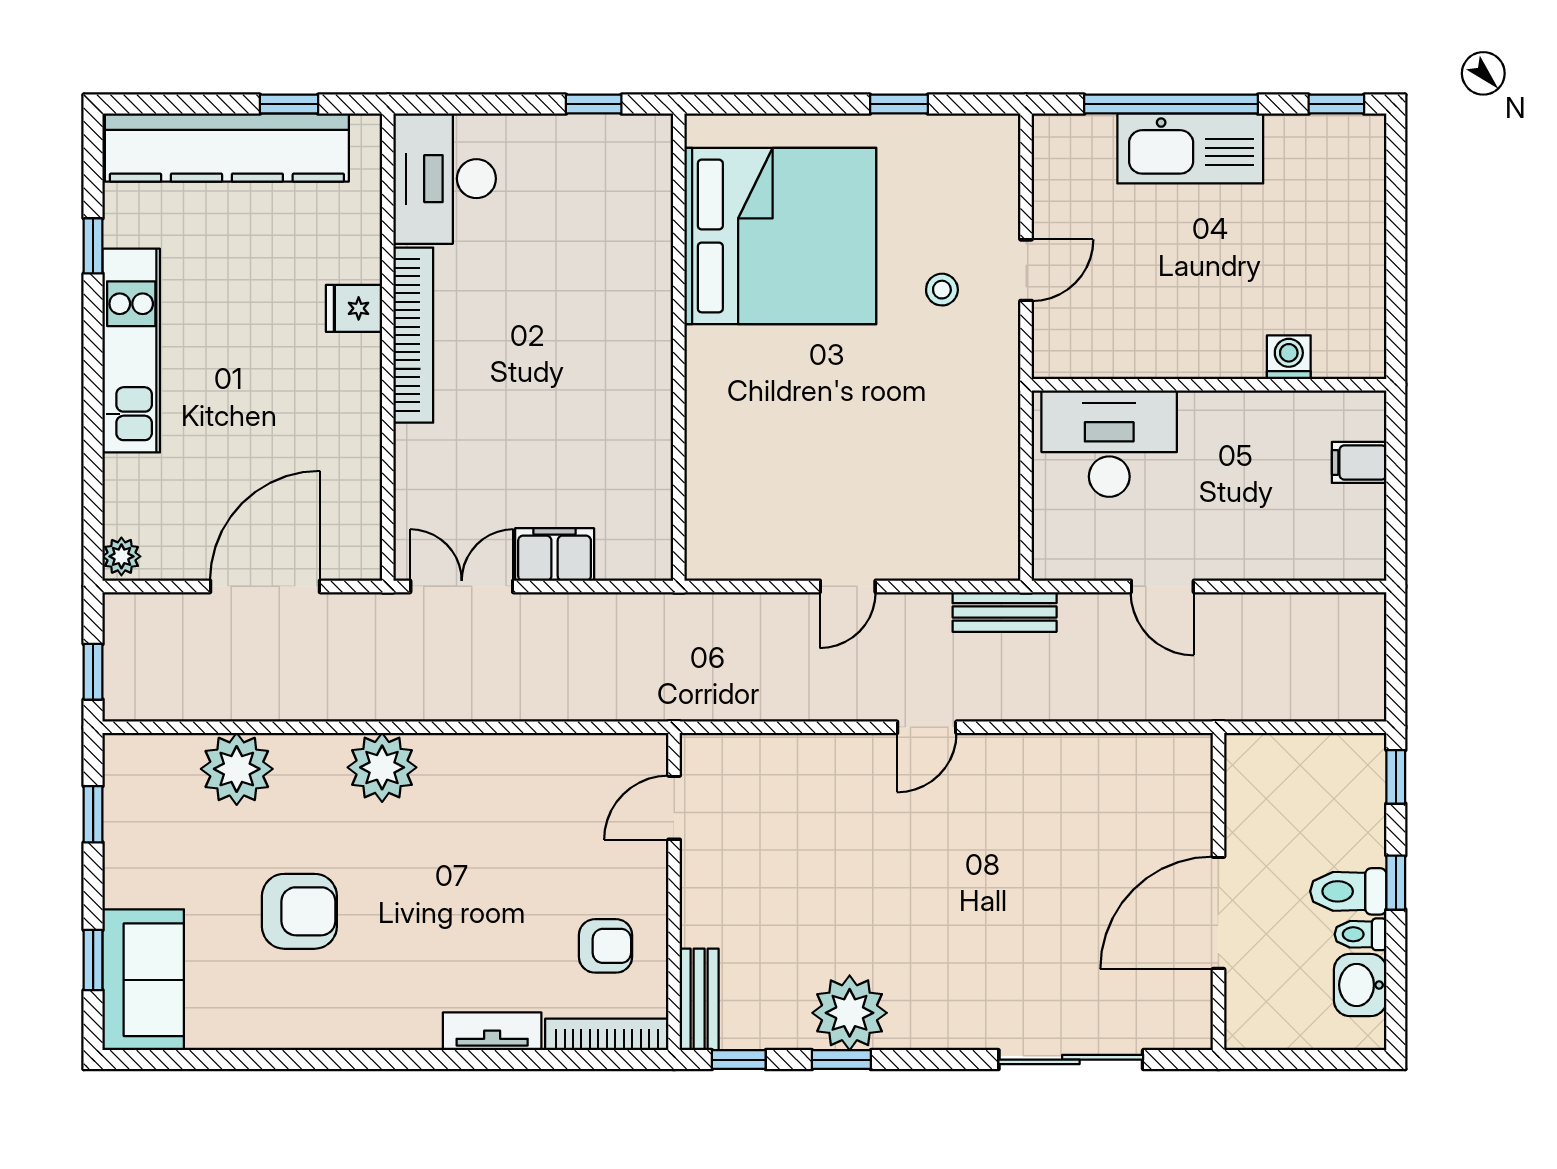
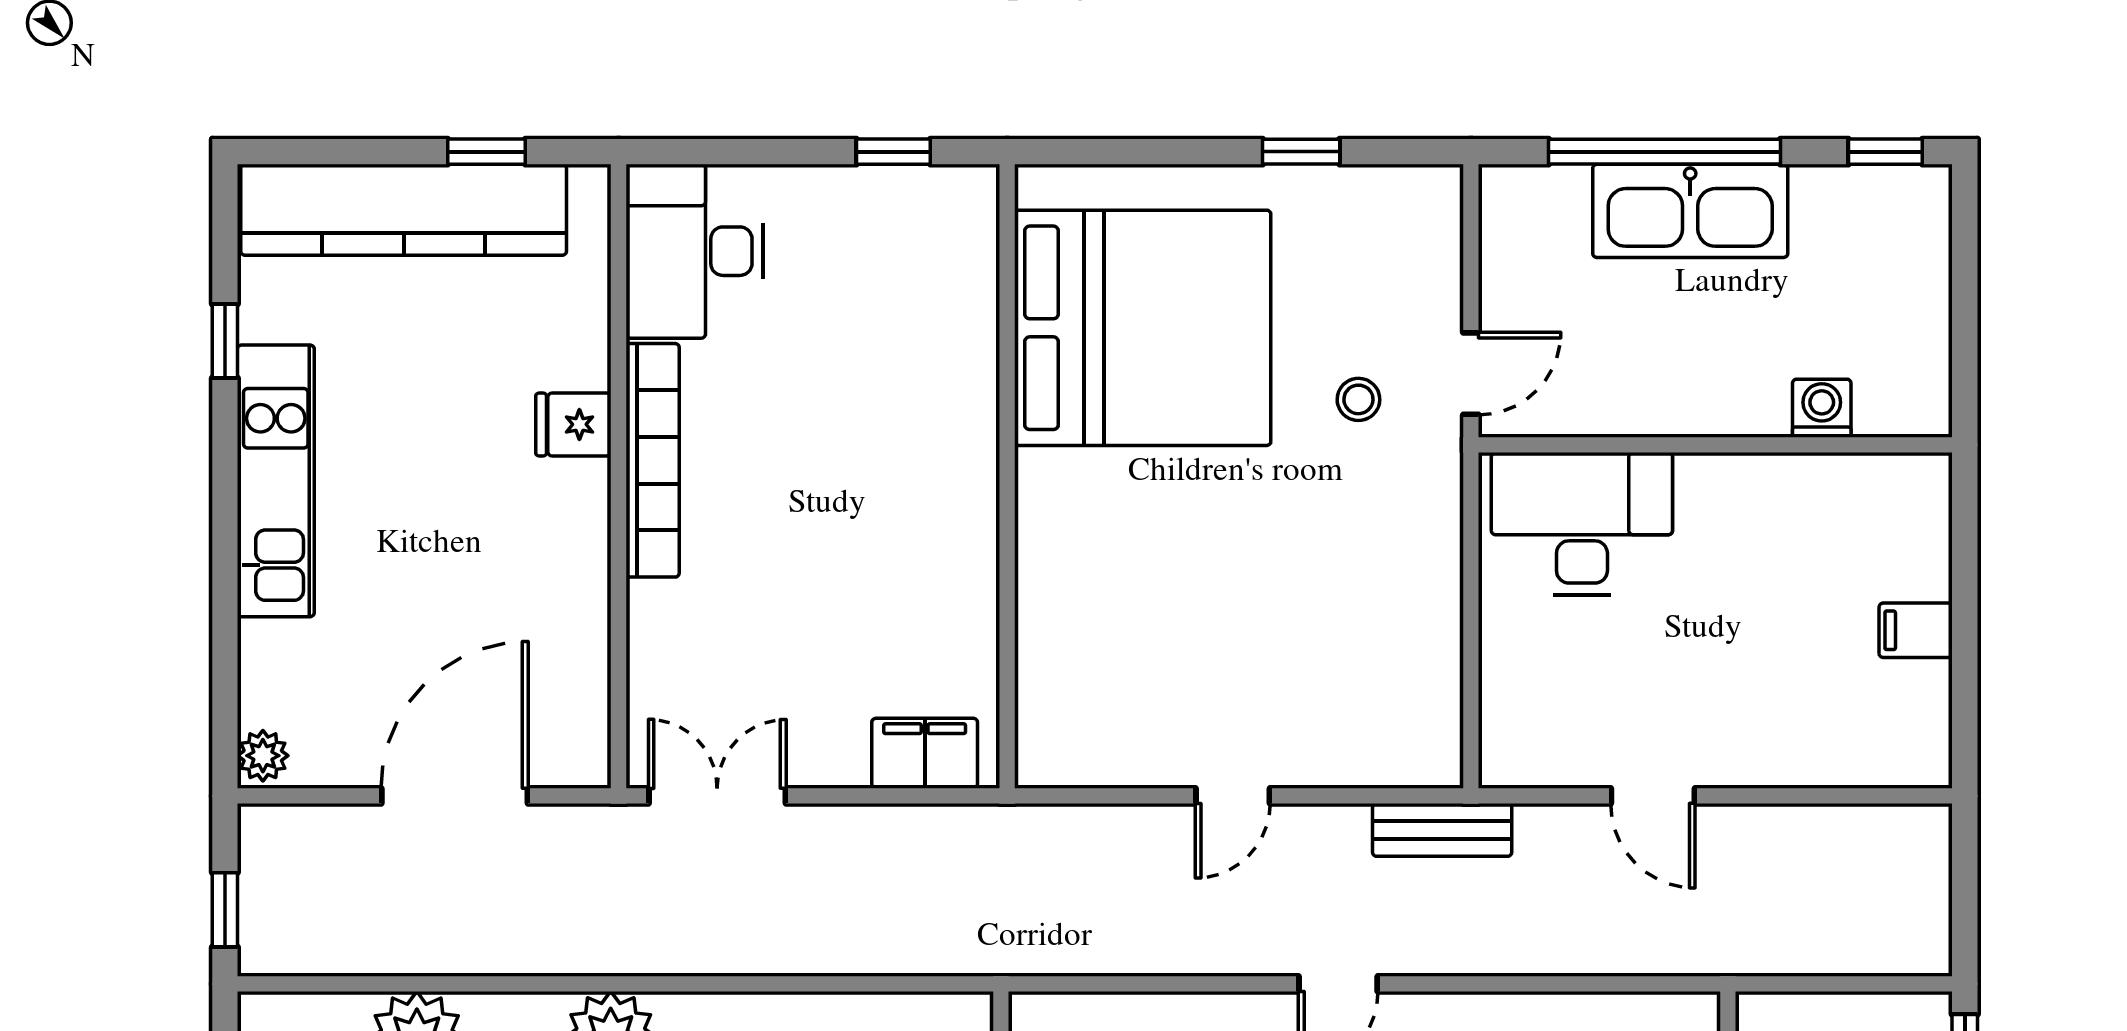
washing machine: (1289, 357) -> (1822, 408), moved
wall: (1209, 385) -> (1715, 445), moved
desk: (1109, 444) -> (1582, 524), moved
filing cabinet: (555, 555) -> (925, 753), moved

